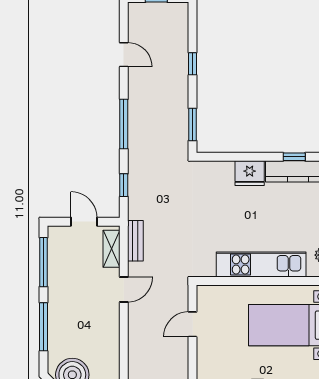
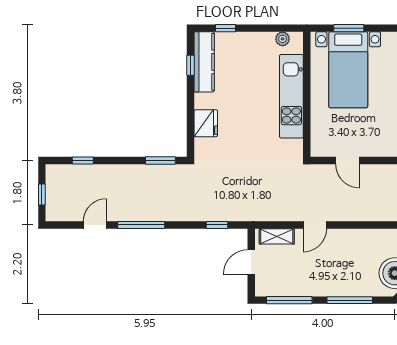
window: (193, 64) -> (83, 161), moved
window: (124, 124) -> (141, 225), moved
fridge: (250, 173) -> (206, 123), moved
bench: (135, 241) -> (269, 214), removed
door: (124, 289) -> (315, 225), swing flipped

